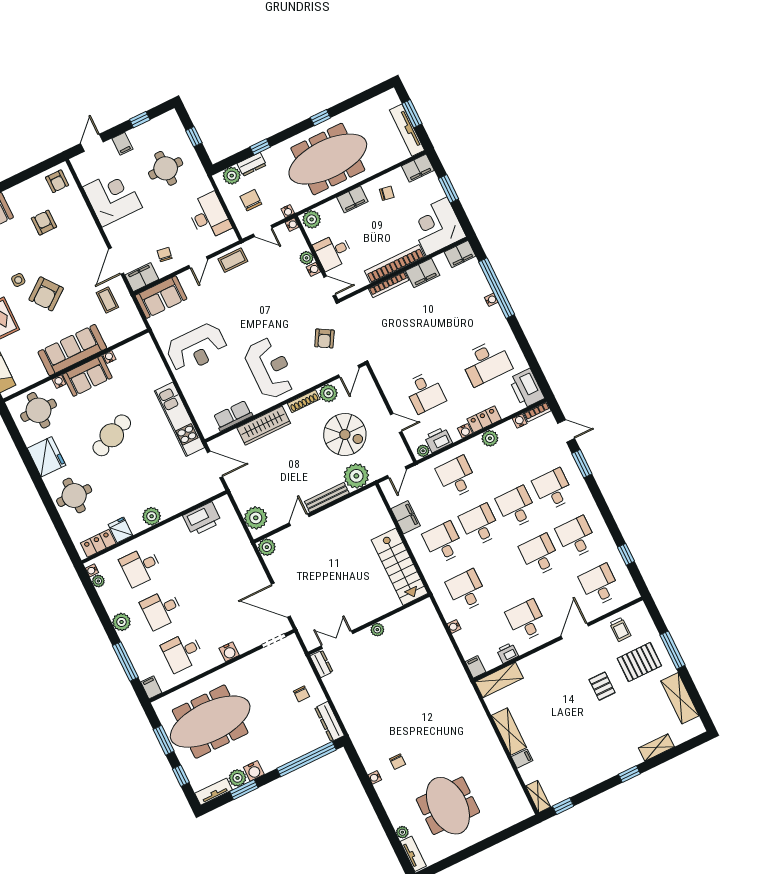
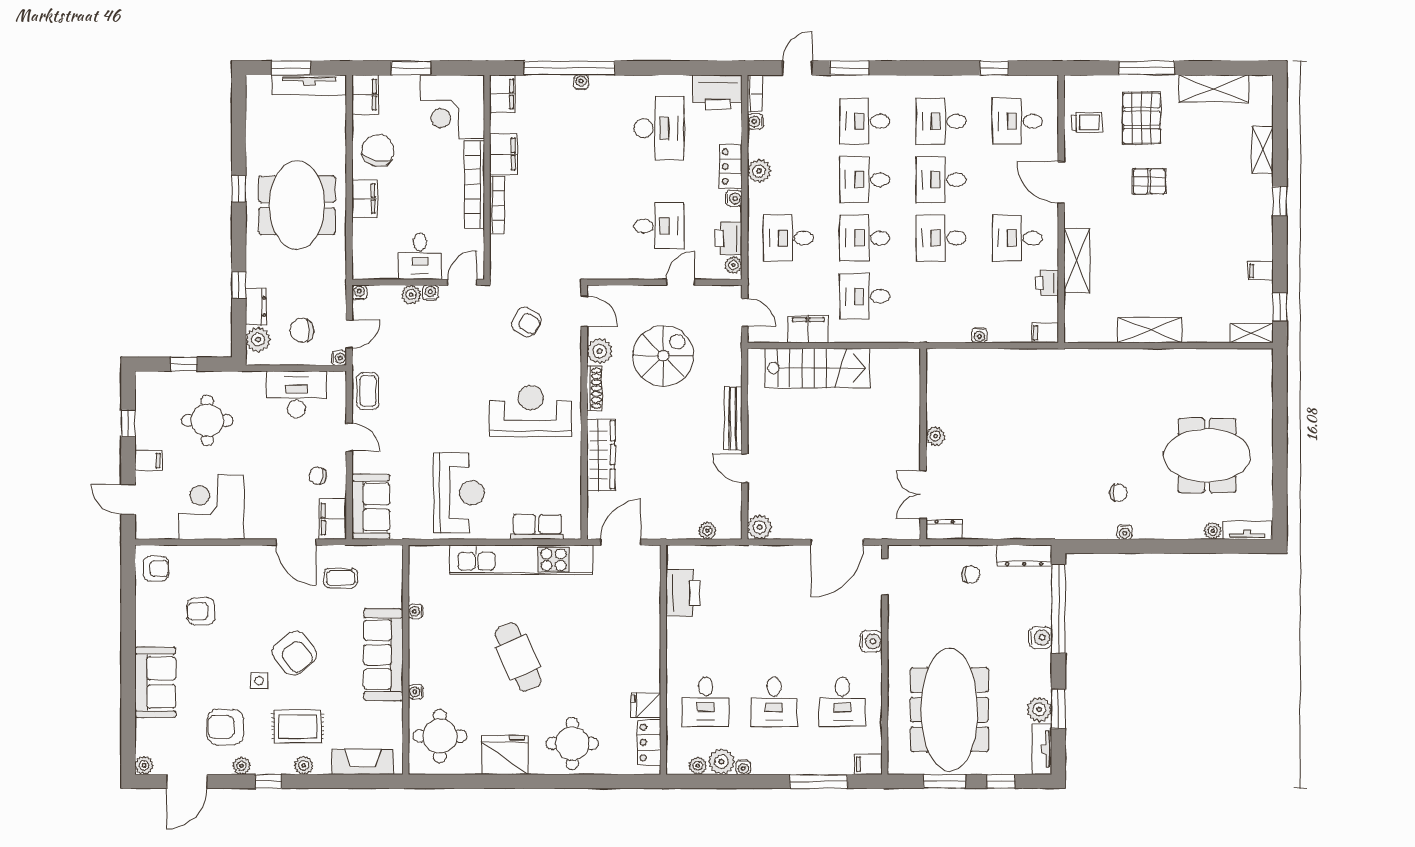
meeting table: (328, 159) -> (297, 205), width x0.73
chair: (387, 193) -> (378, 150), width x1.87, depth x1.87
water cooler: (288, 211) -> (339, 358), moved
plant: (312, 219) -> (365, 264), removed
sofa: (87, 376) -> (426, 651), removed
row of seats: (233, 416) -> (537, 527), moved, turned 90
kitchen unit: (179, 419) -> (521, 560), width x1.36
plant: (356, 476) -> (724, 367), removed
plant: (152, 516) -> (648, 656), removed
plant: (256, 518) -> (707, 531), width x0.53, depth x0.53
stairs: (400, 567) -> (817, 368), moved
water cooler: (92, 570) -> (743, 767), moved
desk: (467, 591) -> (941, 238), moved
plant: (121, 622) -> (721, 762), moved
shelving: (499, 680) -> (1077, 261), moved
filing cabinet: (522, 759) -> (1260, 271), moved, turned -90
water cooler: (254, 771) -> (1040, 637), moved

